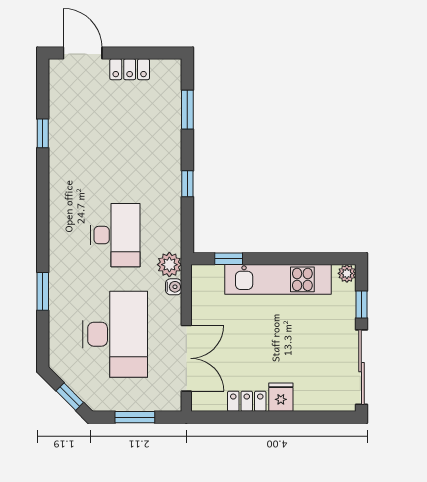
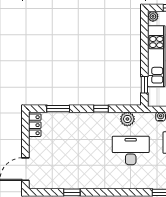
locker: (130, 69) -> (35, 125), moved
plant: (169, 265) -> (127, 119), moved

